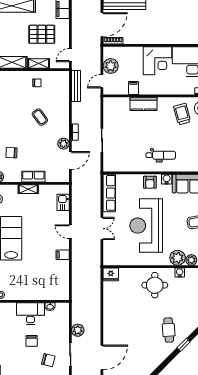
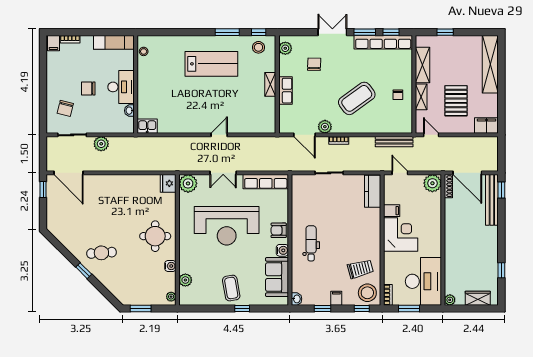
corner desk: (157, 61) -> (401, 234), moved, turned 180
plant: (111, 66) -> (432, 183), moved
kitchen counter: (144, 104) -> (373, 191), moved
coffee table: (40, 117) -> (357, 98), width x1.86, depth x1.72
dental chair: (161, 155) -> (311, 243), turned 180
kitchen sink: (63, 202) -> (147, 126), moved
reception desk: (146, 226) -> (227, 226), turned 180
filing cabinet: (63, 255) -> (192, 126), removed
plant: (178, 258) -> (188, 183), moved

